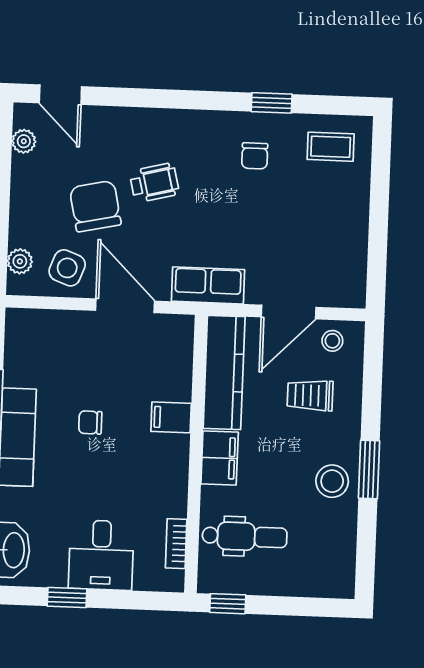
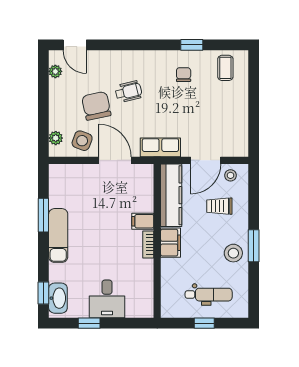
coffee table: (331, 147) -> (225, 68), turned 90
chair: (255, 156) -> (184, 75), turned 180
chair: (90, 422) -> (98, 226), removed
dental chair: (245, 536) -> (209, 295), moved
bookcase: (176, 544) -> (148, 244), moved
window: (228, 604) -> (204, 323), moved

